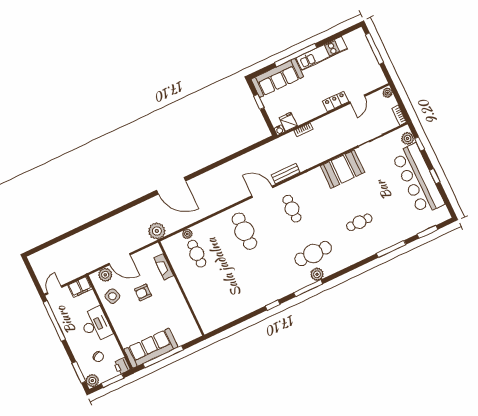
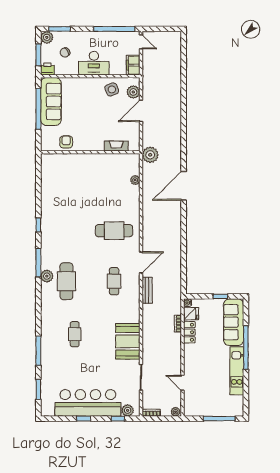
locker: (336, 101) -> (189, 332), moved
cafe table: (292, 209) -> (114, 281), turned 90
cafe table: (197, 254) -> (114, 180), removed
armchair: (143, 292) -> (66, 142), moved

